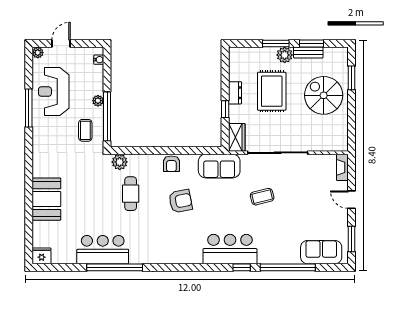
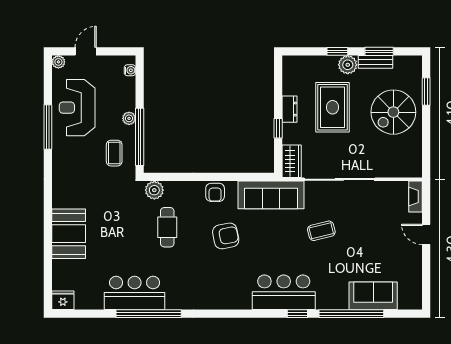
window: (276, 44) -> (337, 51), width x0.67
spiral stairs: (324, 95) -> (393, 112), turned -90
sofa: (219, 166) -> (271, 195), width x1.36
window: (352, 239) -> (426, 280), removed
sofa: (321, 252) -> (373, 296), moved

